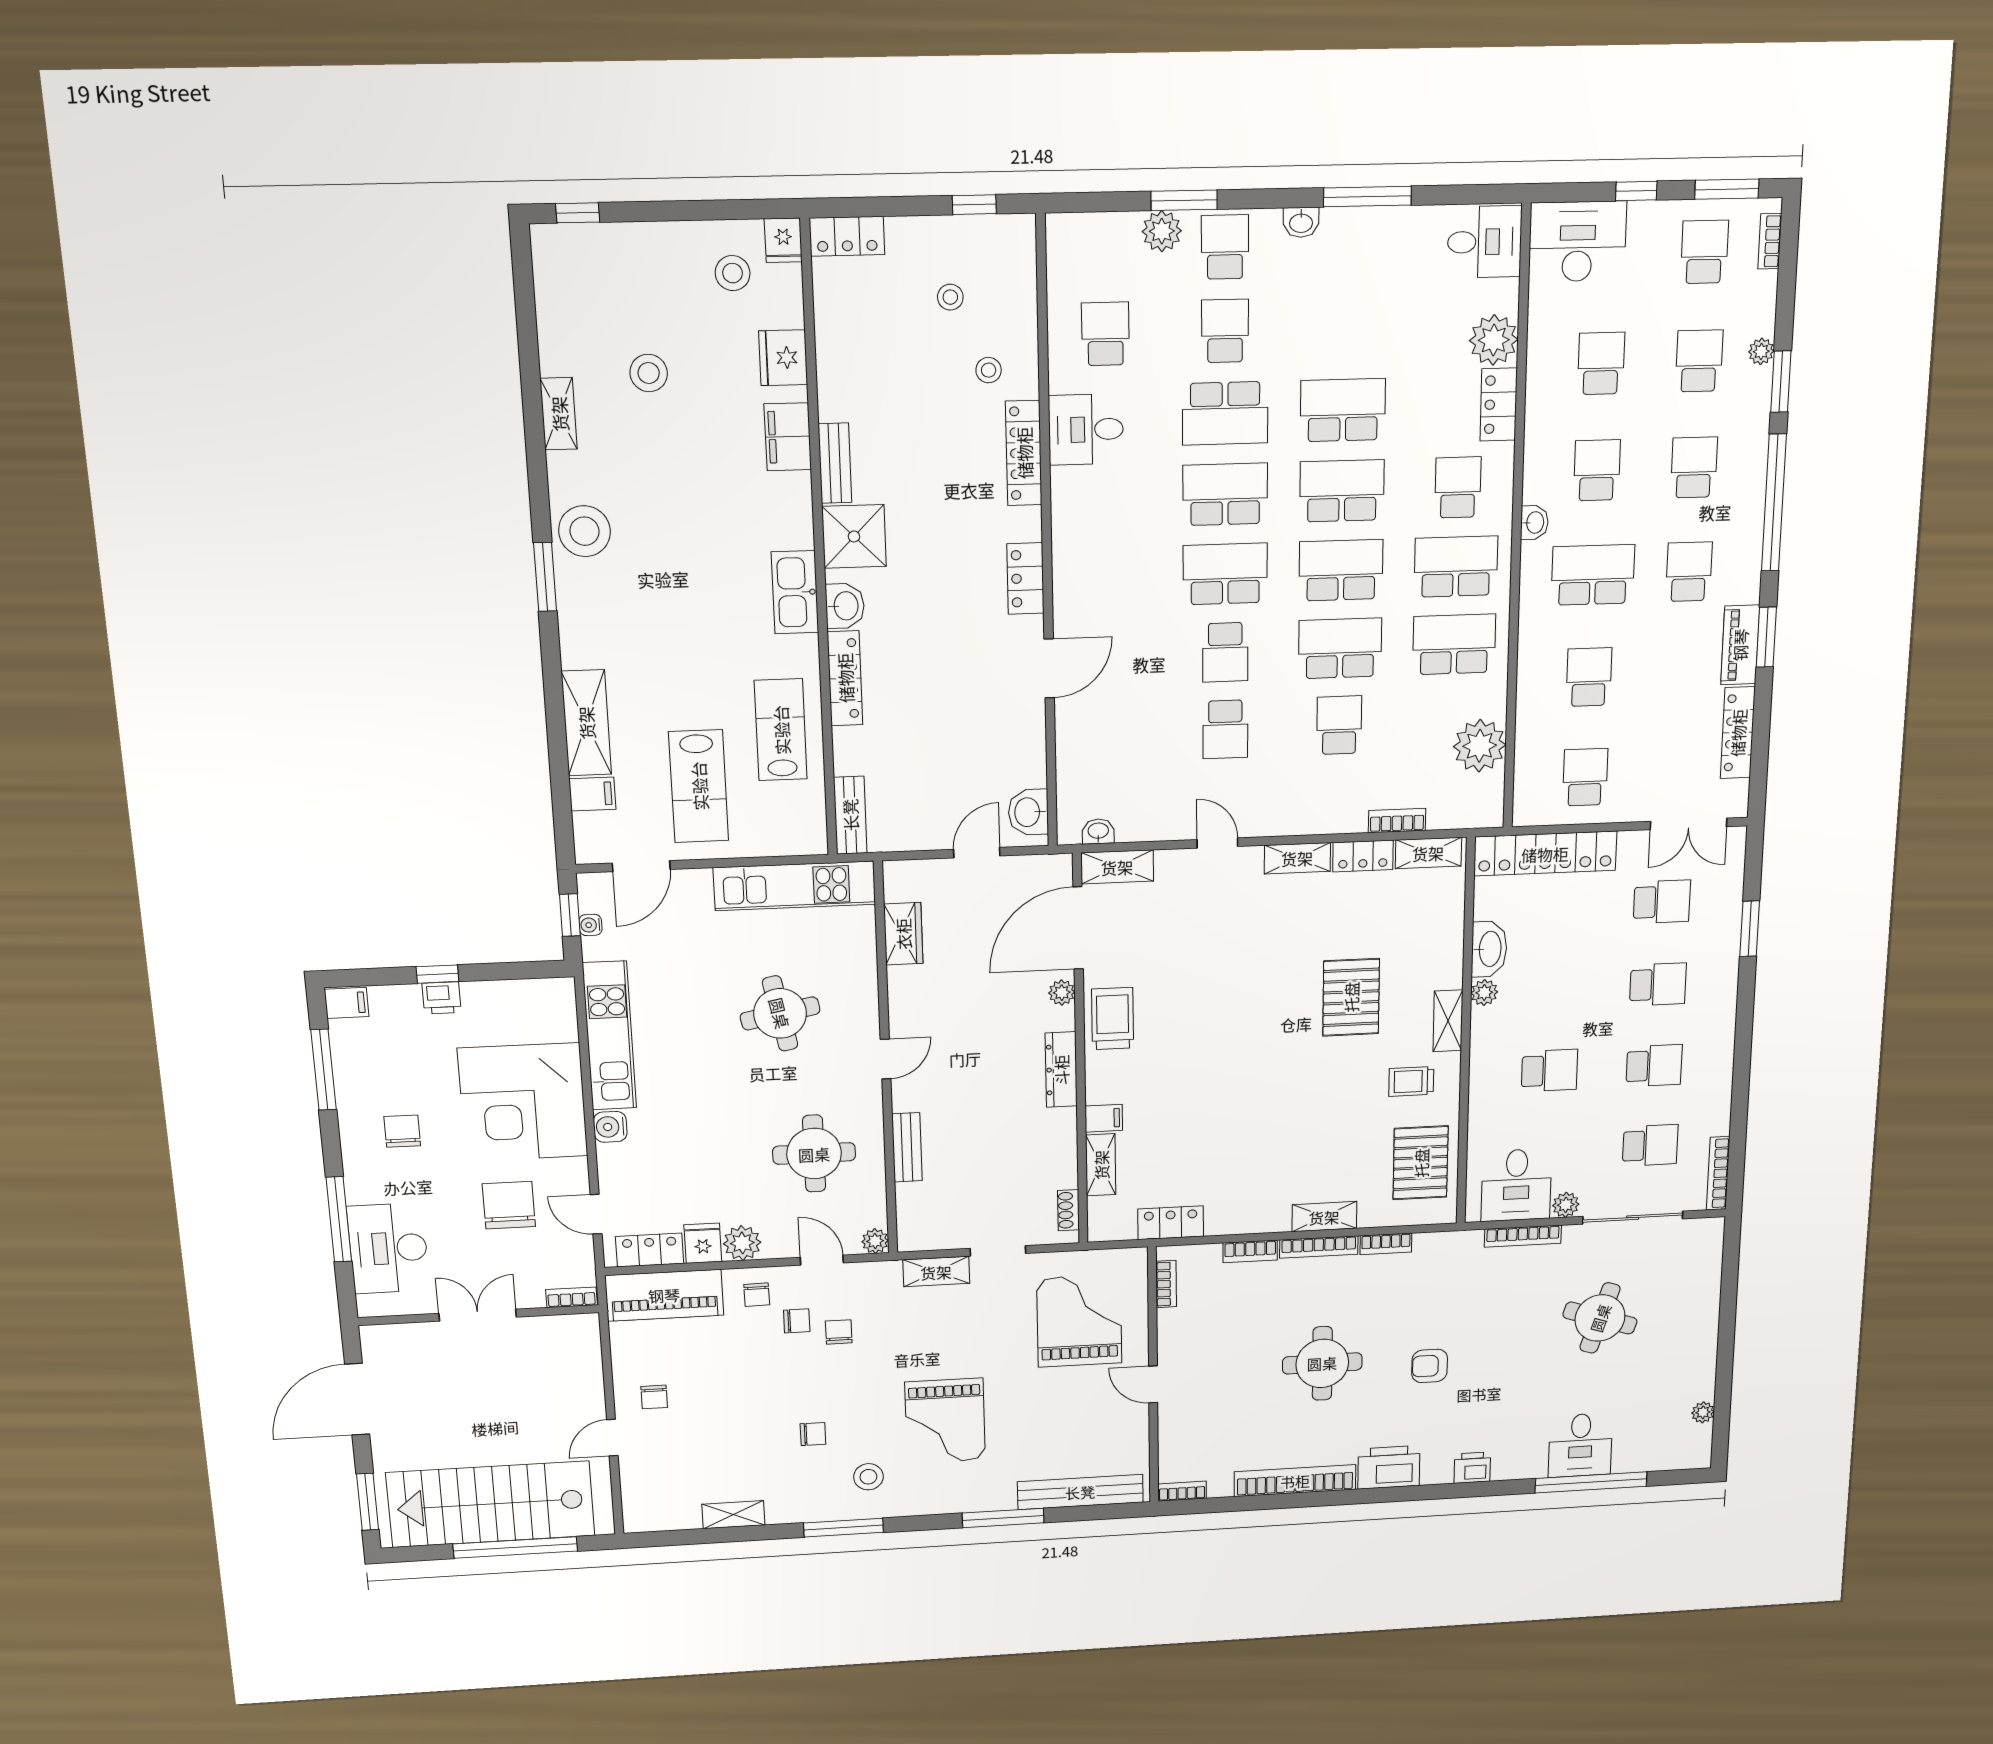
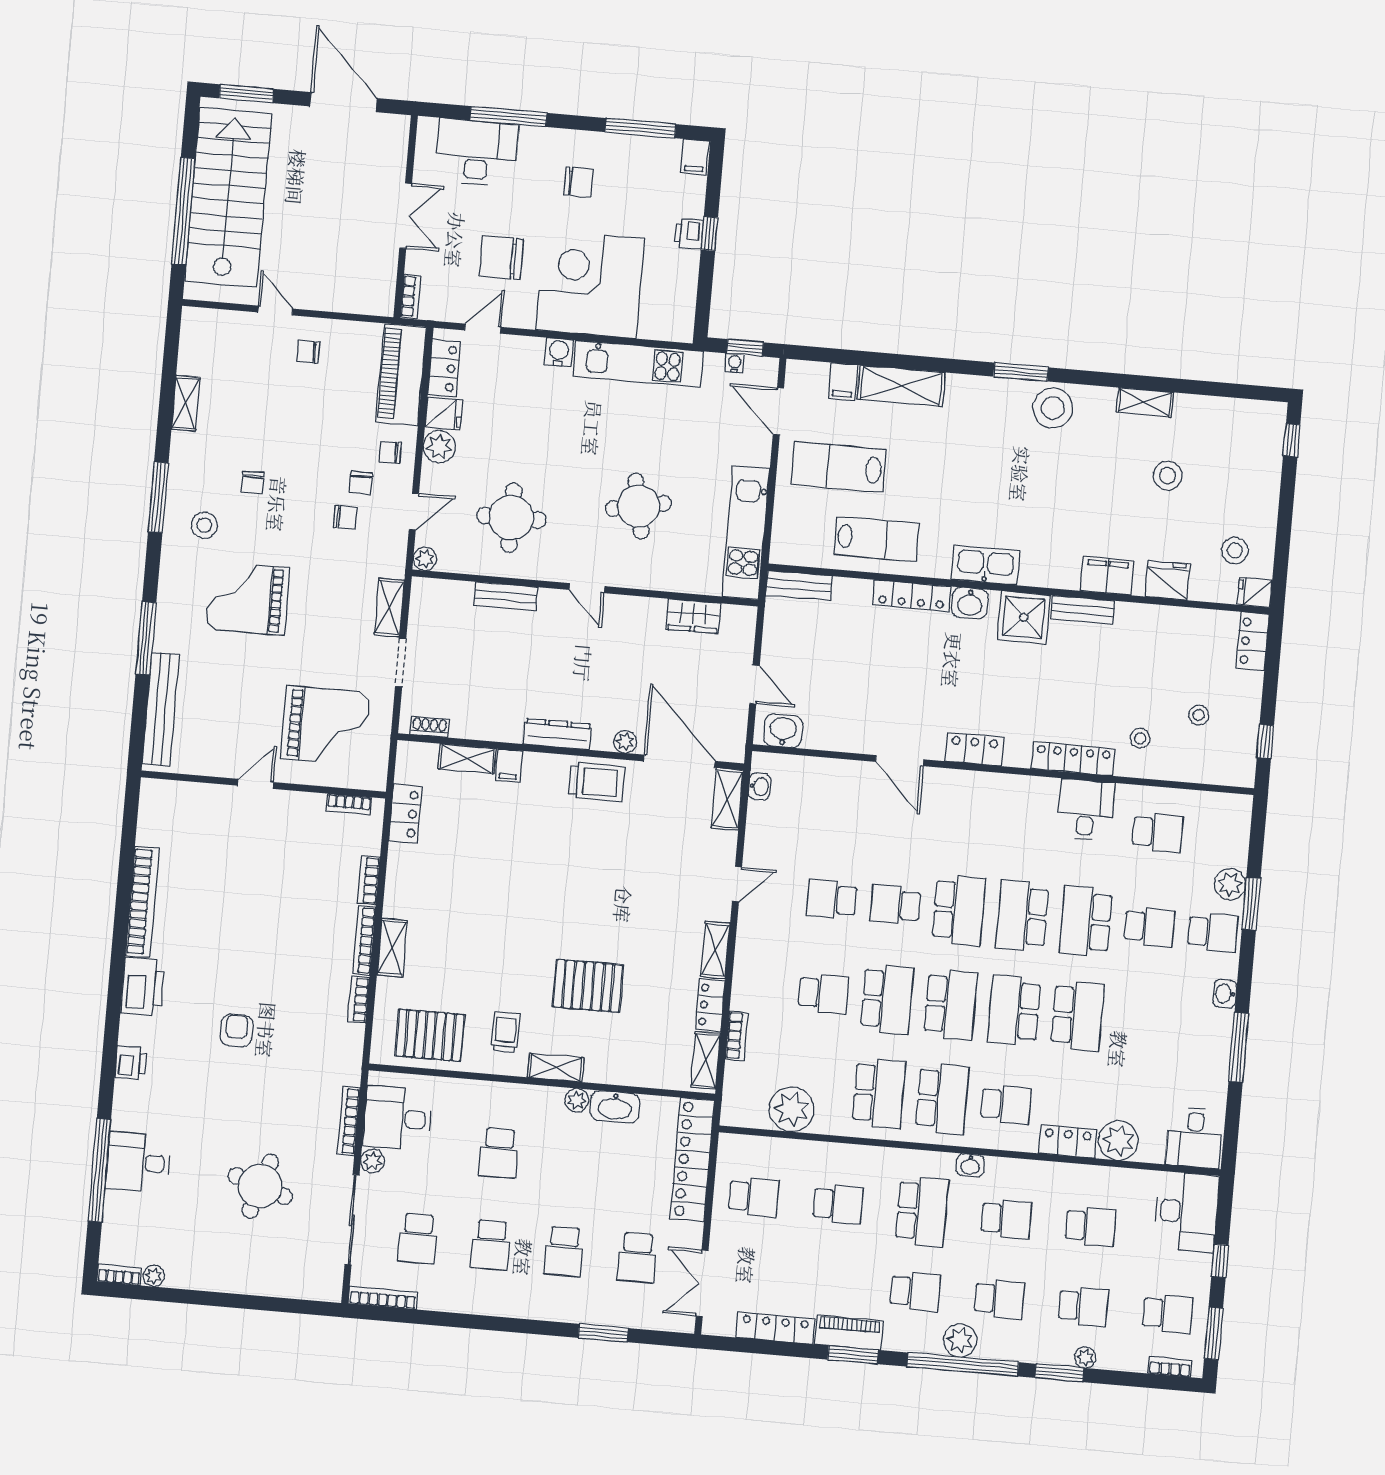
school desk: (1342, 491) -> (1014, 1010), turned 180
school desk: (1225, 494) -> (1022, 916), turned 180
plant: (1745, 510) -> (960, 1340), added
chair: (509, 1205) -> (501, 258), turned 180
round table: (1322, 1363) -> (253, 935), removed
bookcase: (1182, 1491) -> (119, 1275), moved, turned -90

